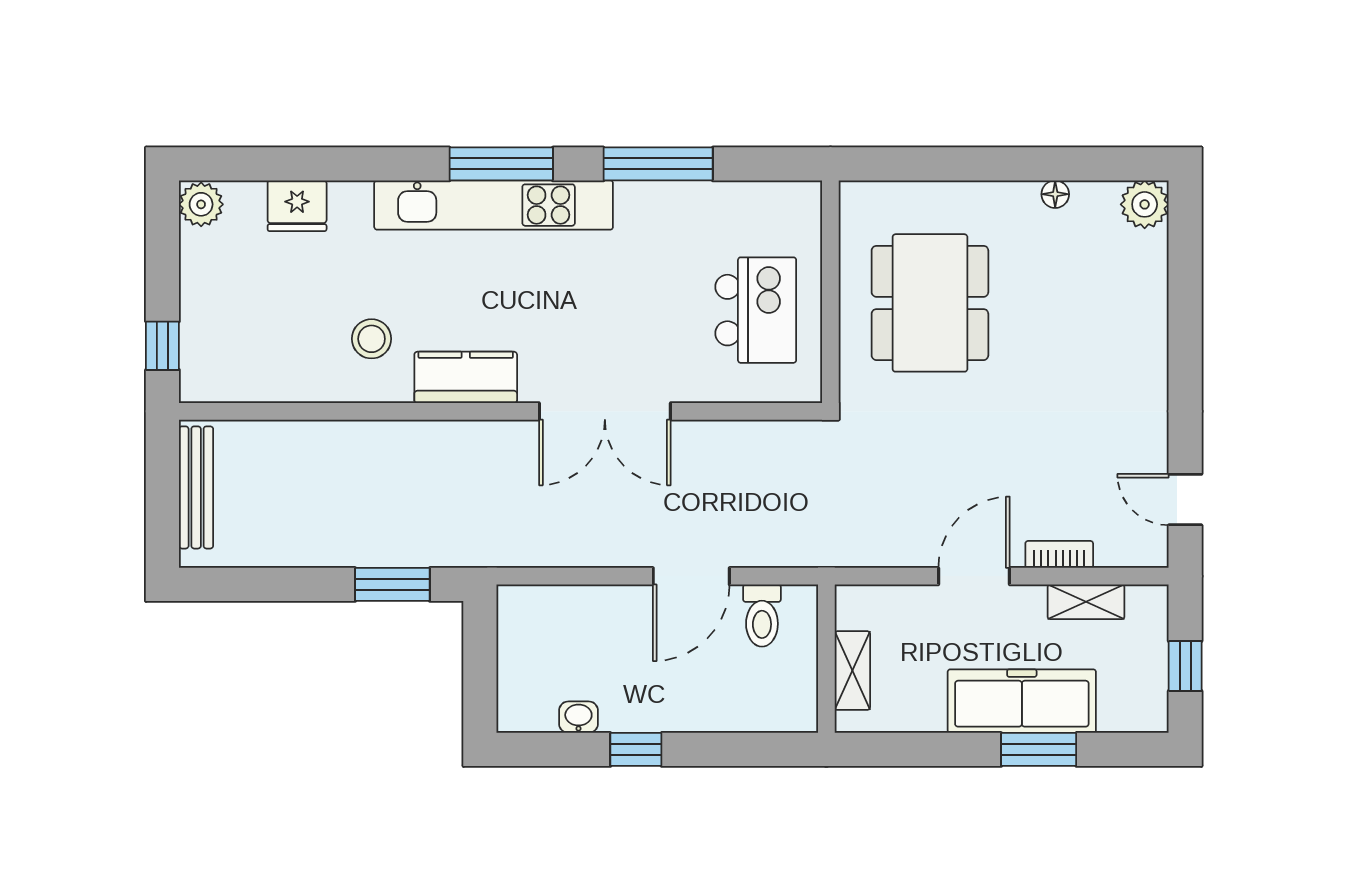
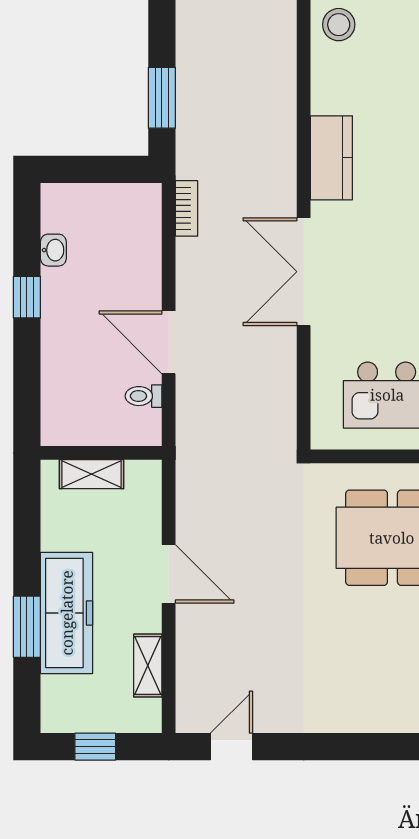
stool: (372, 339) -> (339, 25), moved
bookcase: (1059, 554) -> (187, 208), moved
toilet: (762, 616) -> (144, 396), width x0.73, depth x0.72

